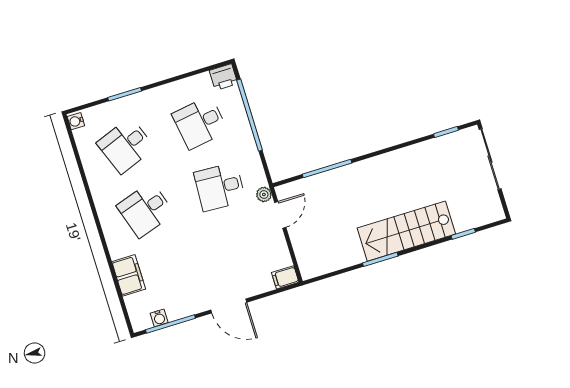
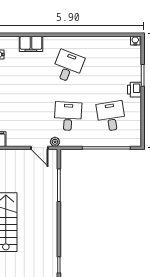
printer: (223, 77) -> (134, 90), moved
desk: (126, 145) -> (111, 67), removed
desk: (146, 210) -> (68, 67), turned 39

